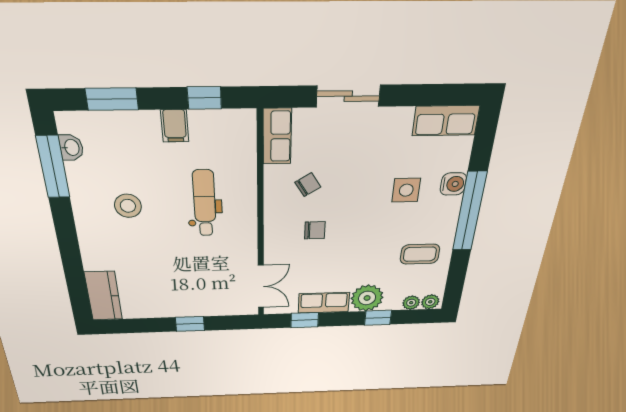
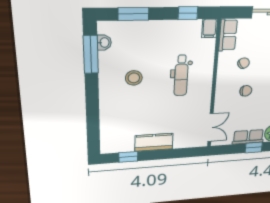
filing cabinet: (175, 126) -> (210, 28), moved
dental chair: (205, 203) -> (181, 76), turned 180
kitchen counter: (104, 296) -> (154, 142), moved, turned -90
window: (305, 320) -> (254, 148), moved
window: (190, 324) -> (128, 157), moved

